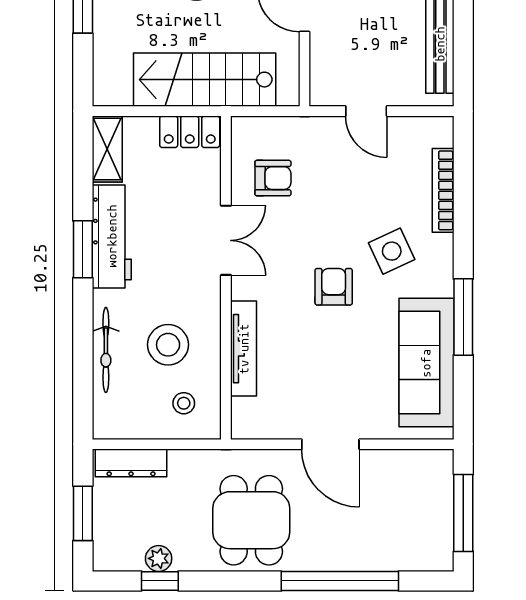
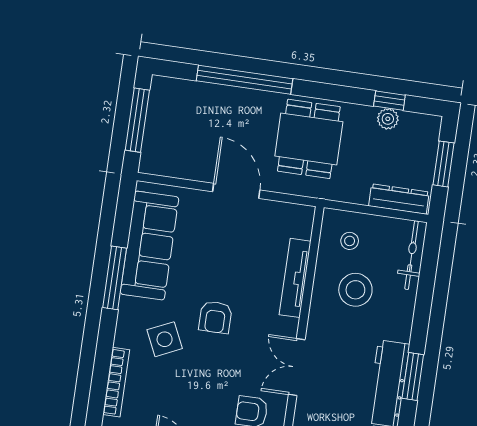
bicycle: (106, 350) -> (412, 255), moved

